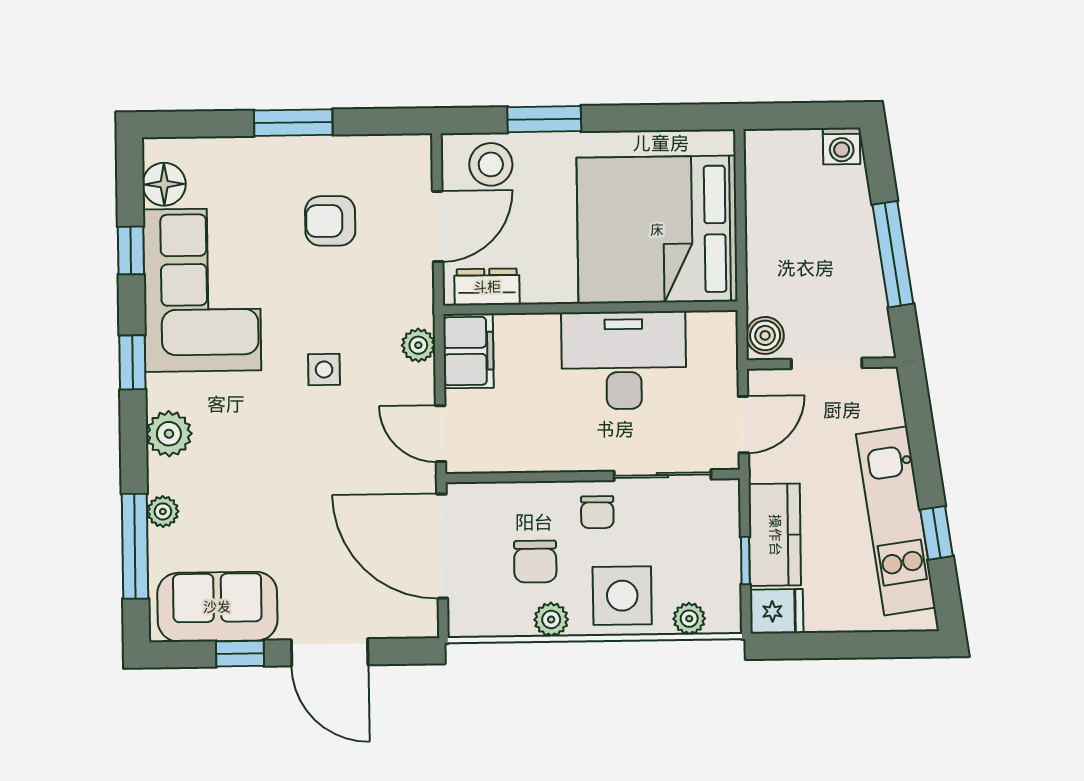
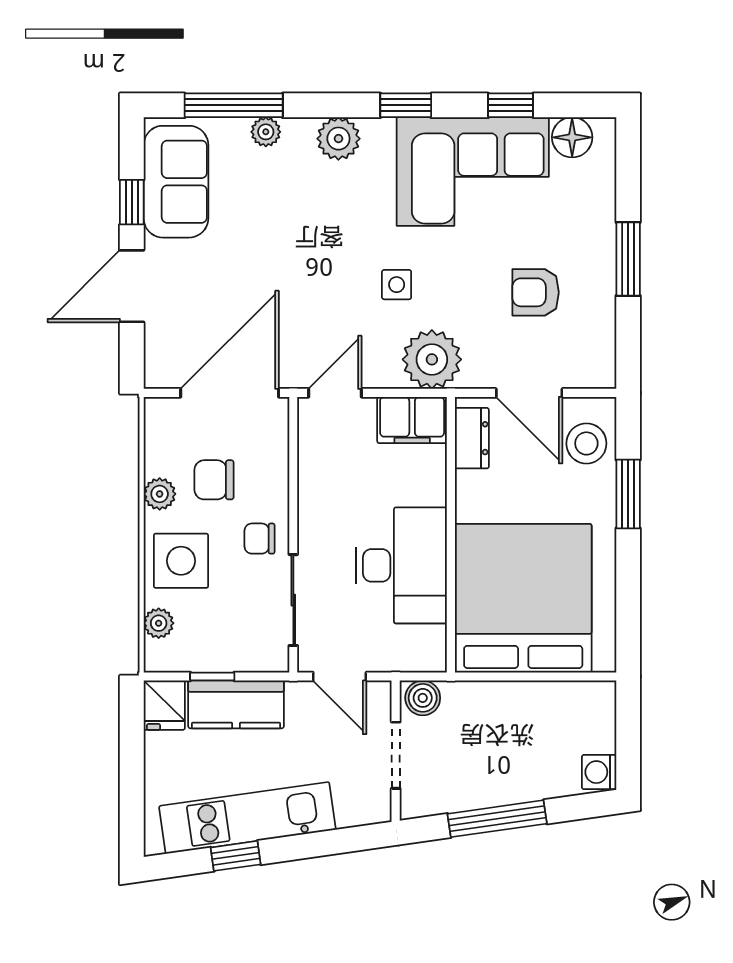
armchair: (330, 221) -> (536, 292), turned -90
plant: (418, 345) -> (432, 359), width x1.87, depth x1.87

